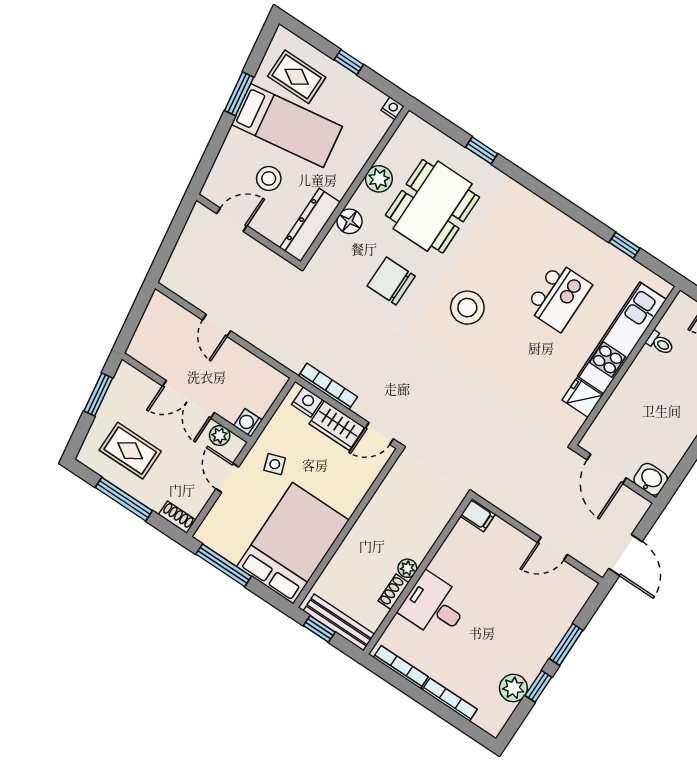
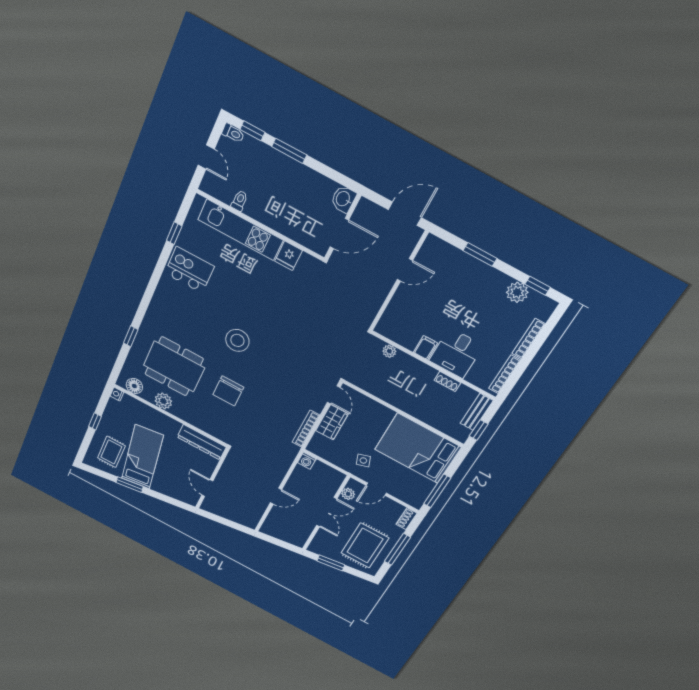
stool: (269, 178) -> (177, 467), removed
floor lamp: (349, 221) -> (134, 386), moved
kitchen island: (558, 297) -> (189, 270), moved
nightstand: (307, 402) -> (318, 441), removed
washing machine: (248, 423) -> (307, 461), moved
rug: (130, 451) -> (365, 546), width x1.36, depth x1.43
filing cabinet: (478, 515) -> (425, 348), moved
door: (552, 549) -> (405, 270), hinge flipped
plant: (407, 568) -> (389, 351), moved
bench: (339, 622) -> (477, 412), width x0.73
window: (538, 686) -> (538, 286), moved

